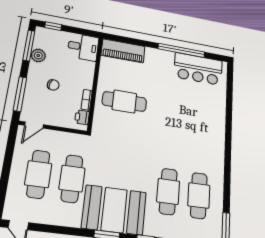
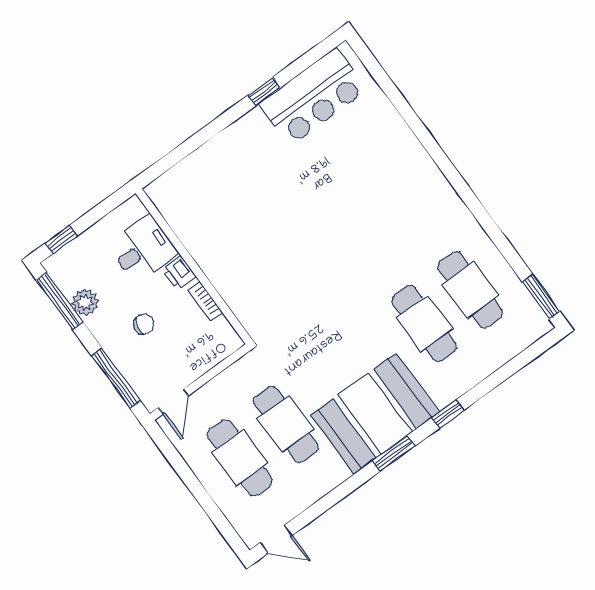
desk: (83, 47) -> (143, 249), moved
window: (181, 50) -> (264, 91), width x0.32
piano: (123, 51) -> (185, 179), removed
cafe table: (124, 102) -> (256, 254), removed
printer: (82, 117) -> (179, 273), moved

